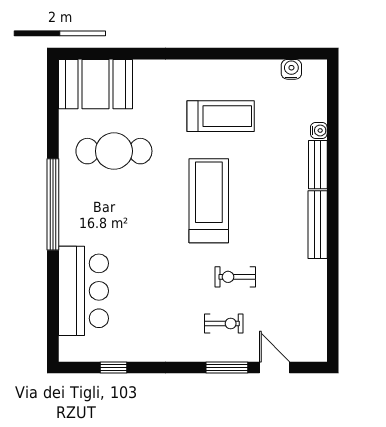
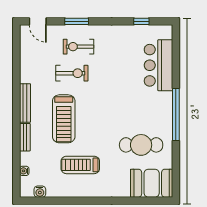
water cooler: (319, 130) -> (24, 171), moved
treadmill: (209, 201) -> (64, 119), moved
exercise bike: (235, 277) -> (72, 73), width x1.38, depth x1.39
exercise bike: (224, 324) -> (78, 47), width x1.38, depth x1.39
door: (274, 368) -> (38, 21), moved

